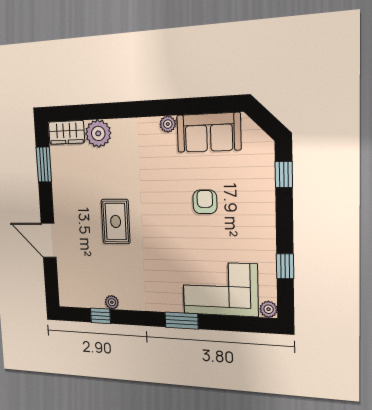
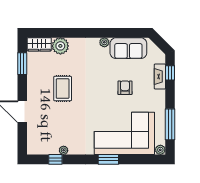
fireplace: (265, 181) -> (160, 77), added
rug: (116, 221) -> (63, 89), moved
window: (285, 266) -> (170, 124), width x2.17
corner sofa: (220, 289) -> (124, 133), width x1.36, depth x1.36

